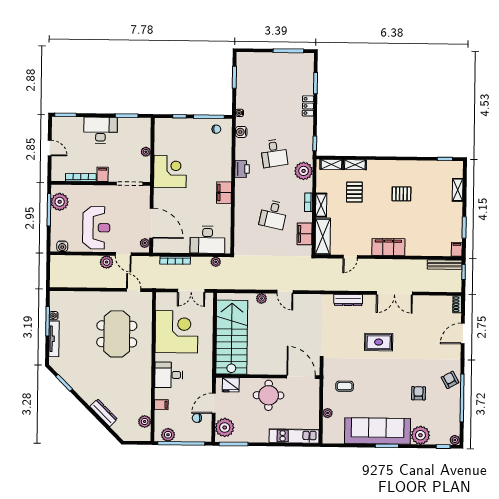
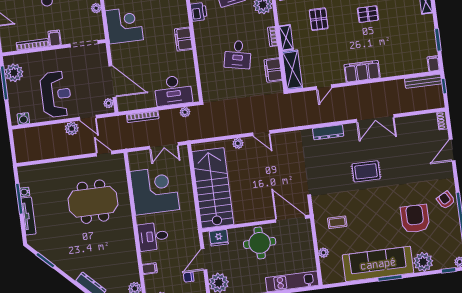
meeting table: (117, 334) -> (93, 202), turned 90
armchair: (418, 393) -> (415, 219), width x1.88, depth x1.88

